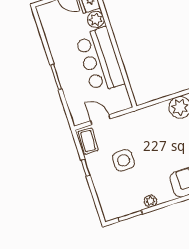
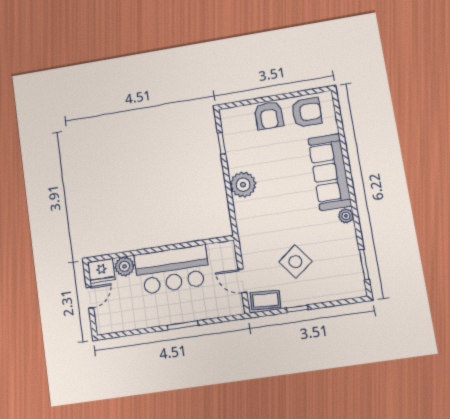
door: (100, 120) -> (242, 281), hinge flipped
side table: (123, 160) -> (295, 262), turned -38
plant: (151, 201) -> (346, 216), moved

